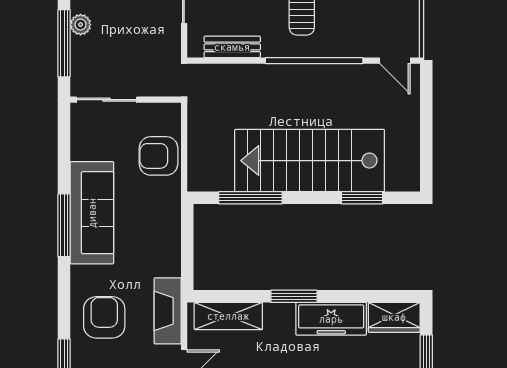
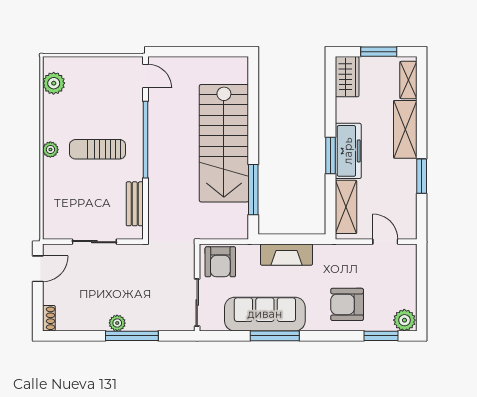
door: (395, 61) -> (145, 76), hinge flipped
sliding door: (107, 100) -> (197, 303), moved
wall: (126, 100) -> (197, 288), moved
window: (362, 198) -> (253, 102), removed
fireplace: (168, 311) -> (286, 255), moved
freezer: (331, 319) -> (348, 151), moved

